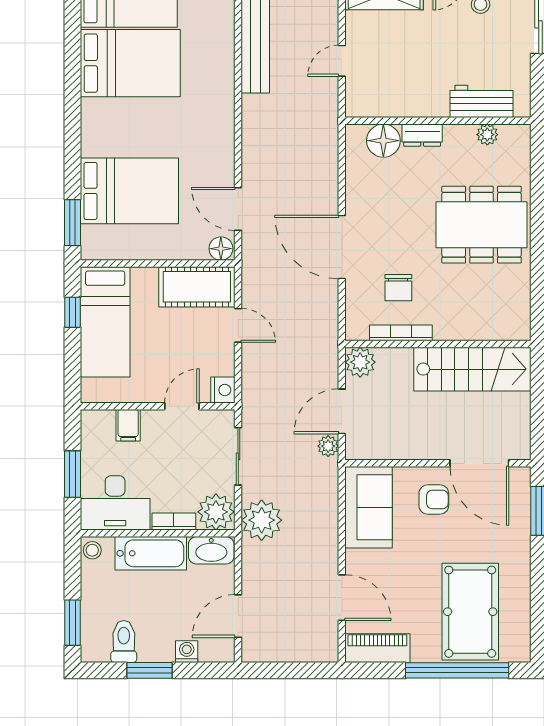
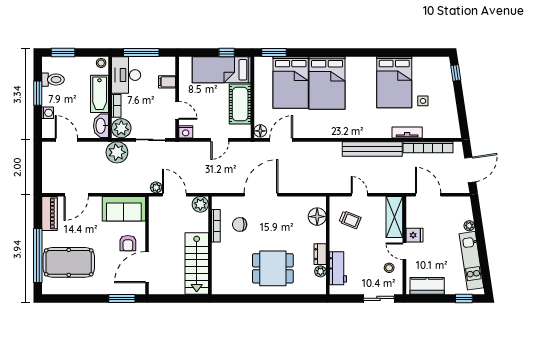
bed: (130, 63) -> (327, 83), moved
trolley: (389, 78) -> (350, 220), added
dresser: (422, 135) -> (320, 254), moved
dining table: (482, 225) -> (273, 268), width x0.73
cot: (197, 287) -> (240, 104), moved
window: (72, 474) -> (141, 53), width x1.44

